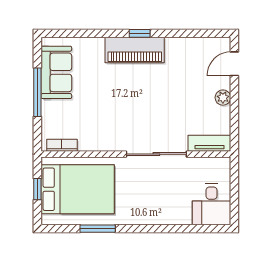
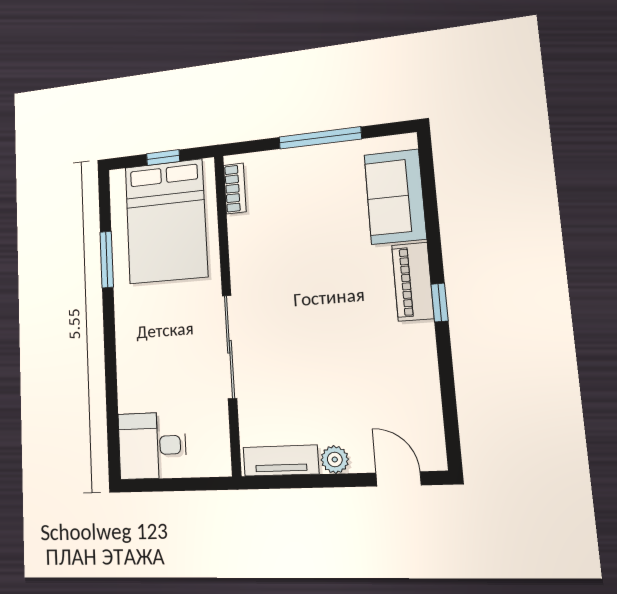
piano: (135, 50) -> (413, 282), width x0.73, depth x0.75
sofa: (56, 72) -> (395, 197), moved, turned 90
tv unit: (209, 143) -> (281, 461), moved, turned -90

